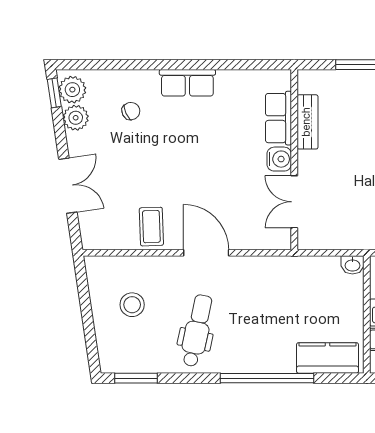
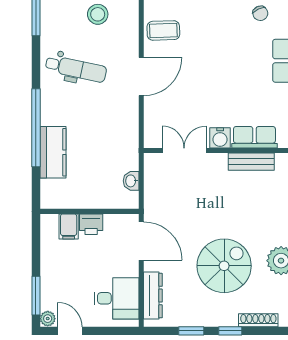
washbasin: (352, 265) -> (131, 181), moved
kitchen counter: (328, 358) -> (53, 152), moved

